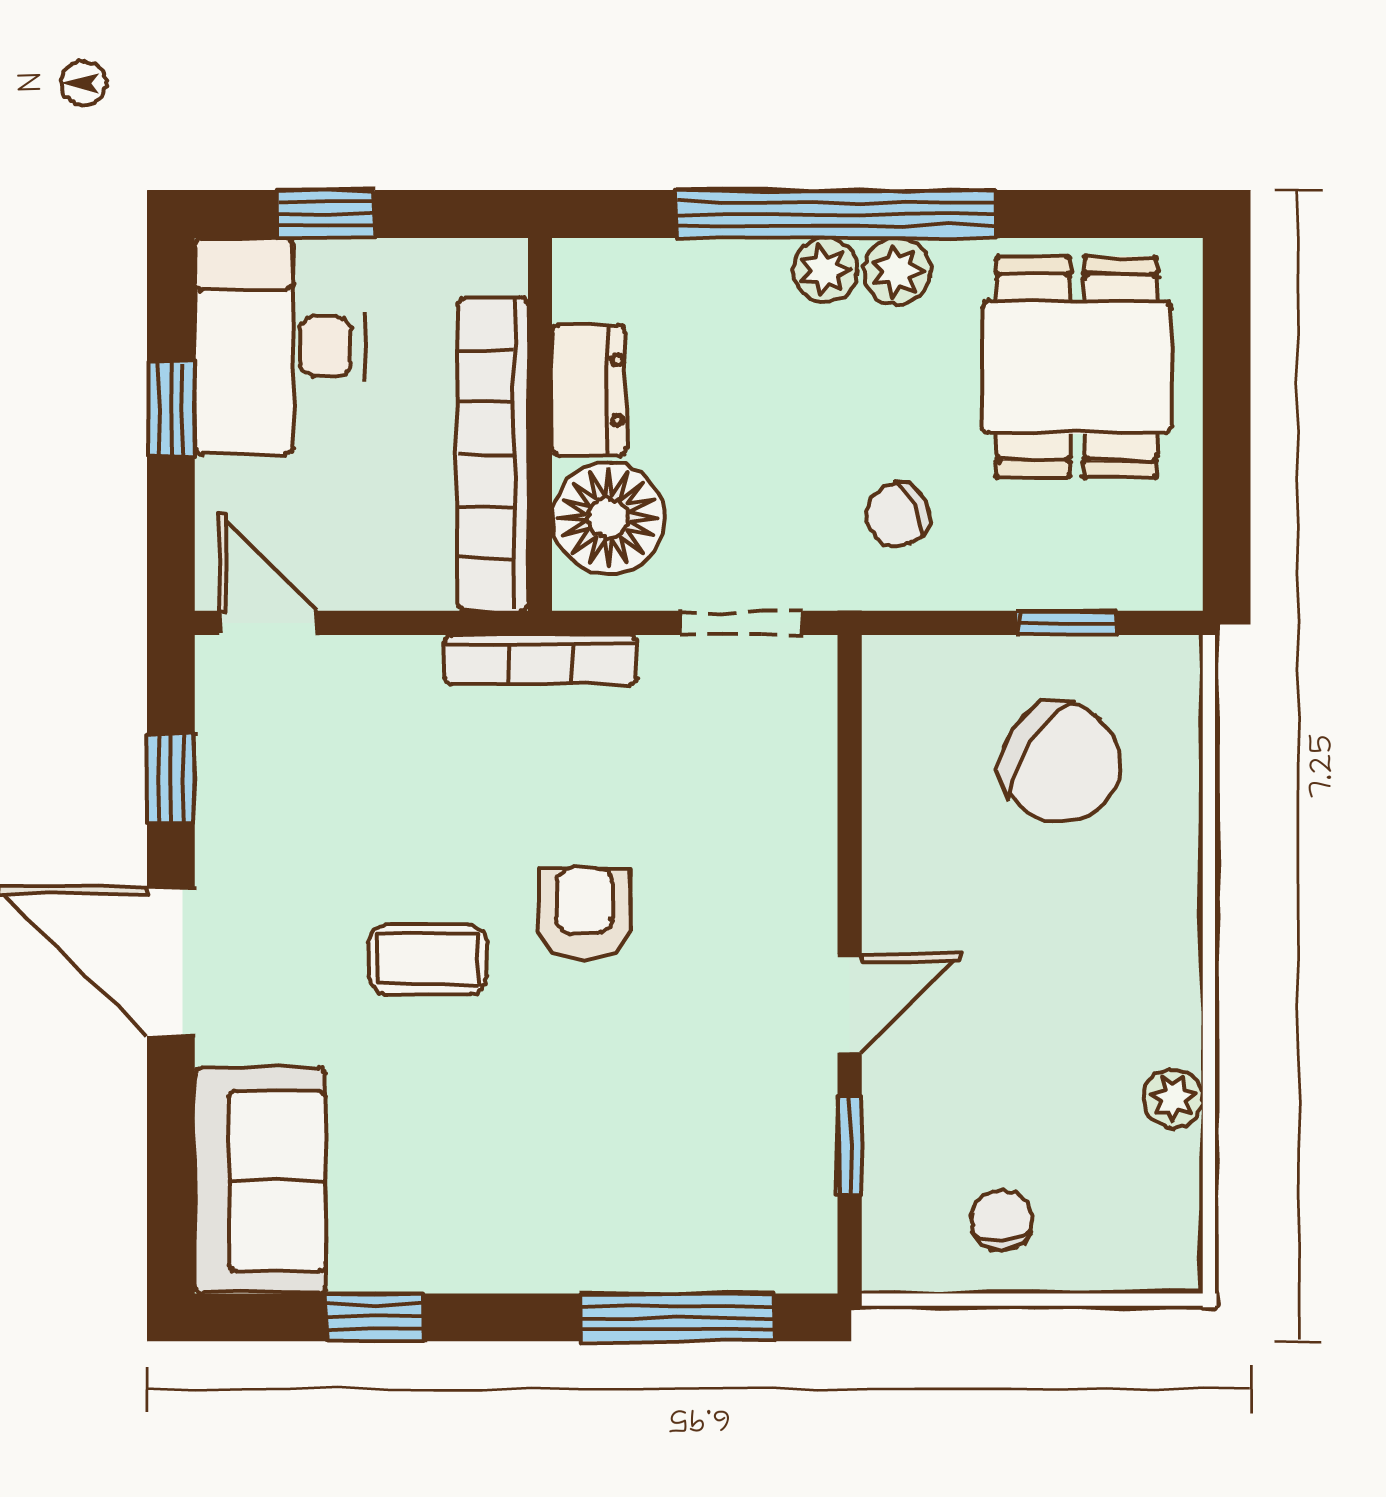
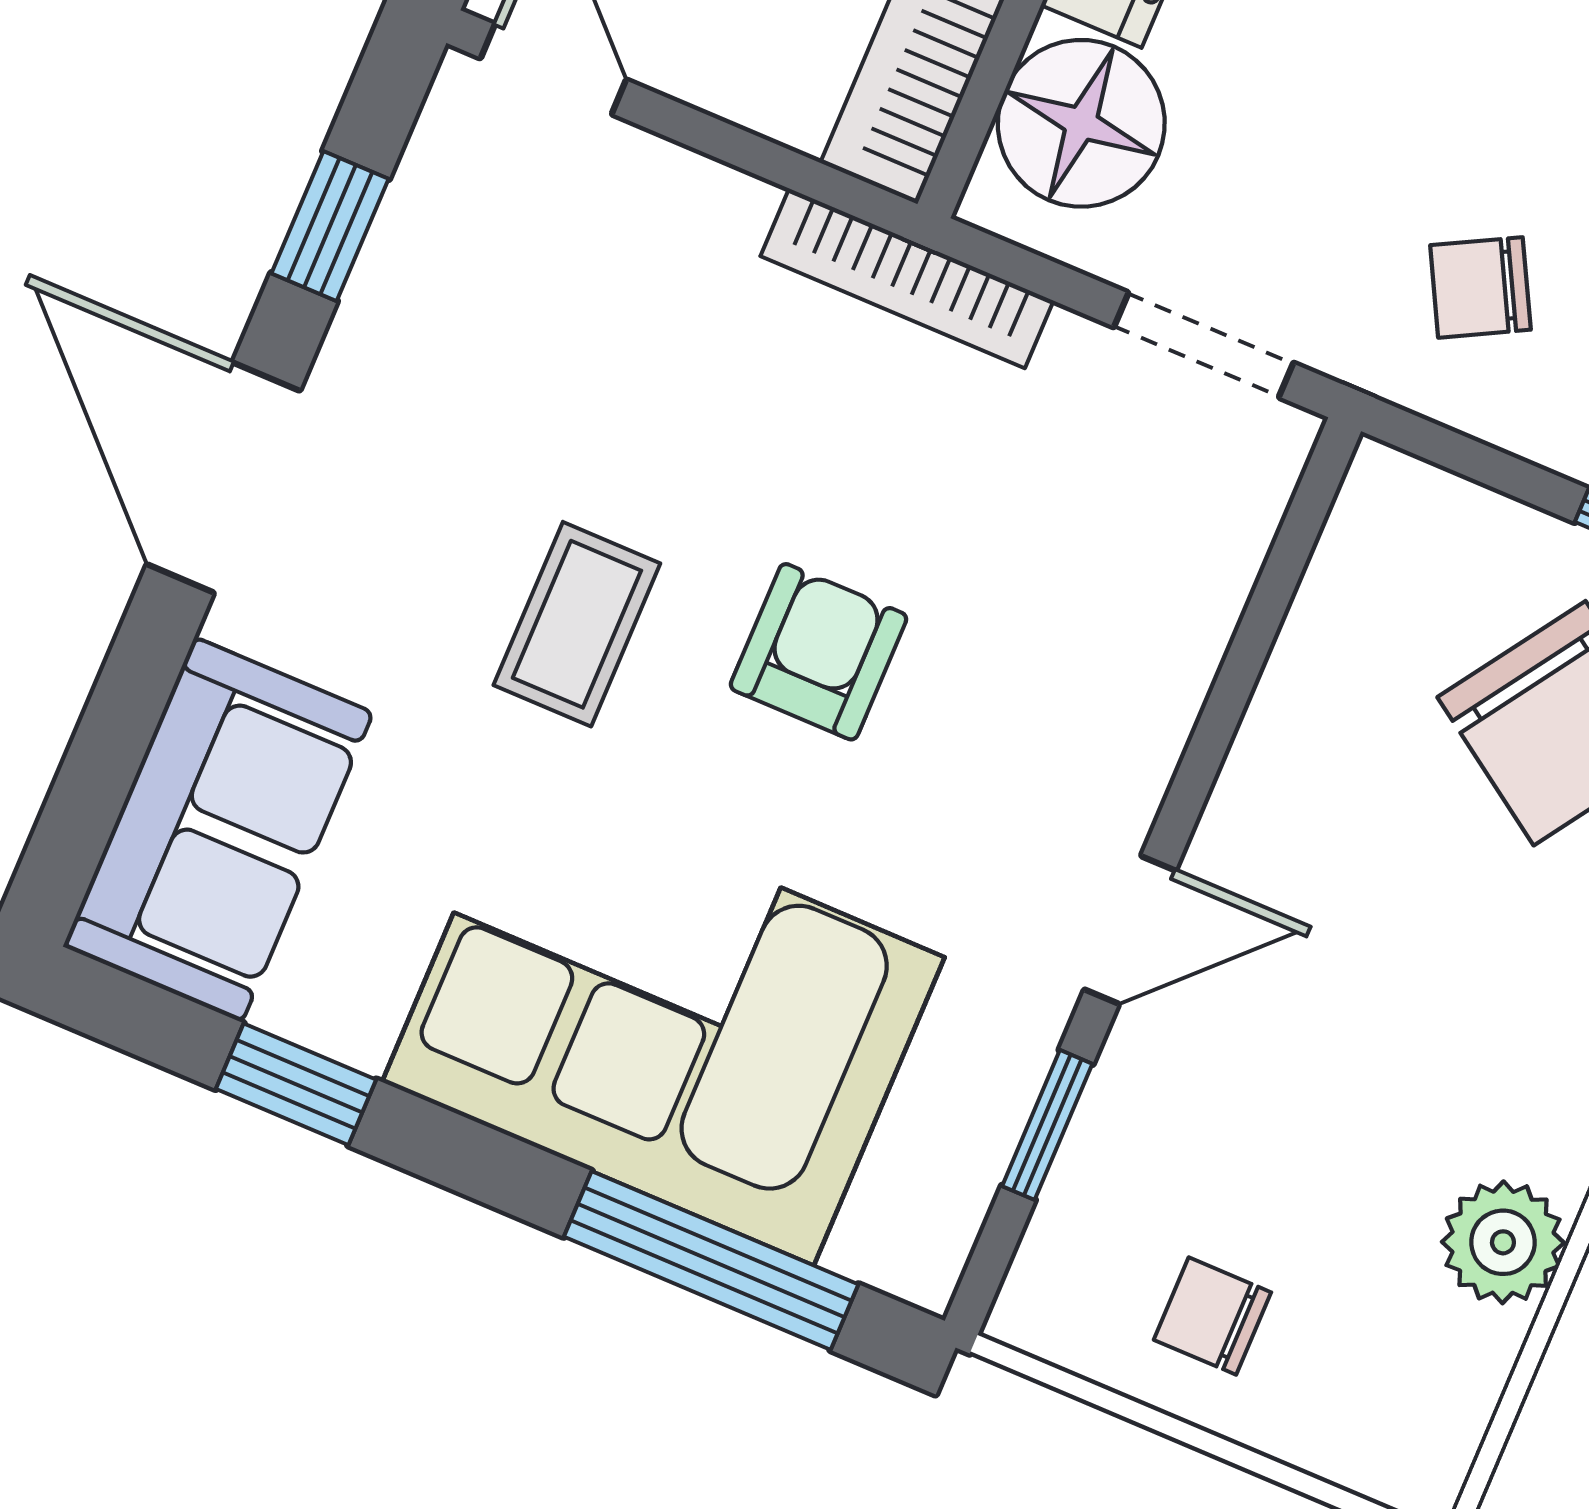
coffee table: (428, 960) -> (577, 624), turned 90
plant: (1173, 1099) -> (1503, 1242), width x1.38, depth x1.38
corner sofa: (585, 1181) -> (663, 1020), added
chair: (1002, 1220) -> (1212, 1316), turned -90

